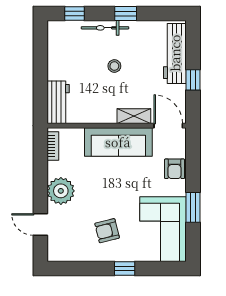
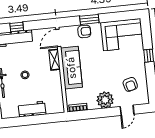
window: (193, 80) -> (17, 27), moved
workbench: (58, 102) -> (32, 109), moved
window: (193, 207) -> (89, 19), moved
armchair: (107, 231) -> (130, 84), moved

